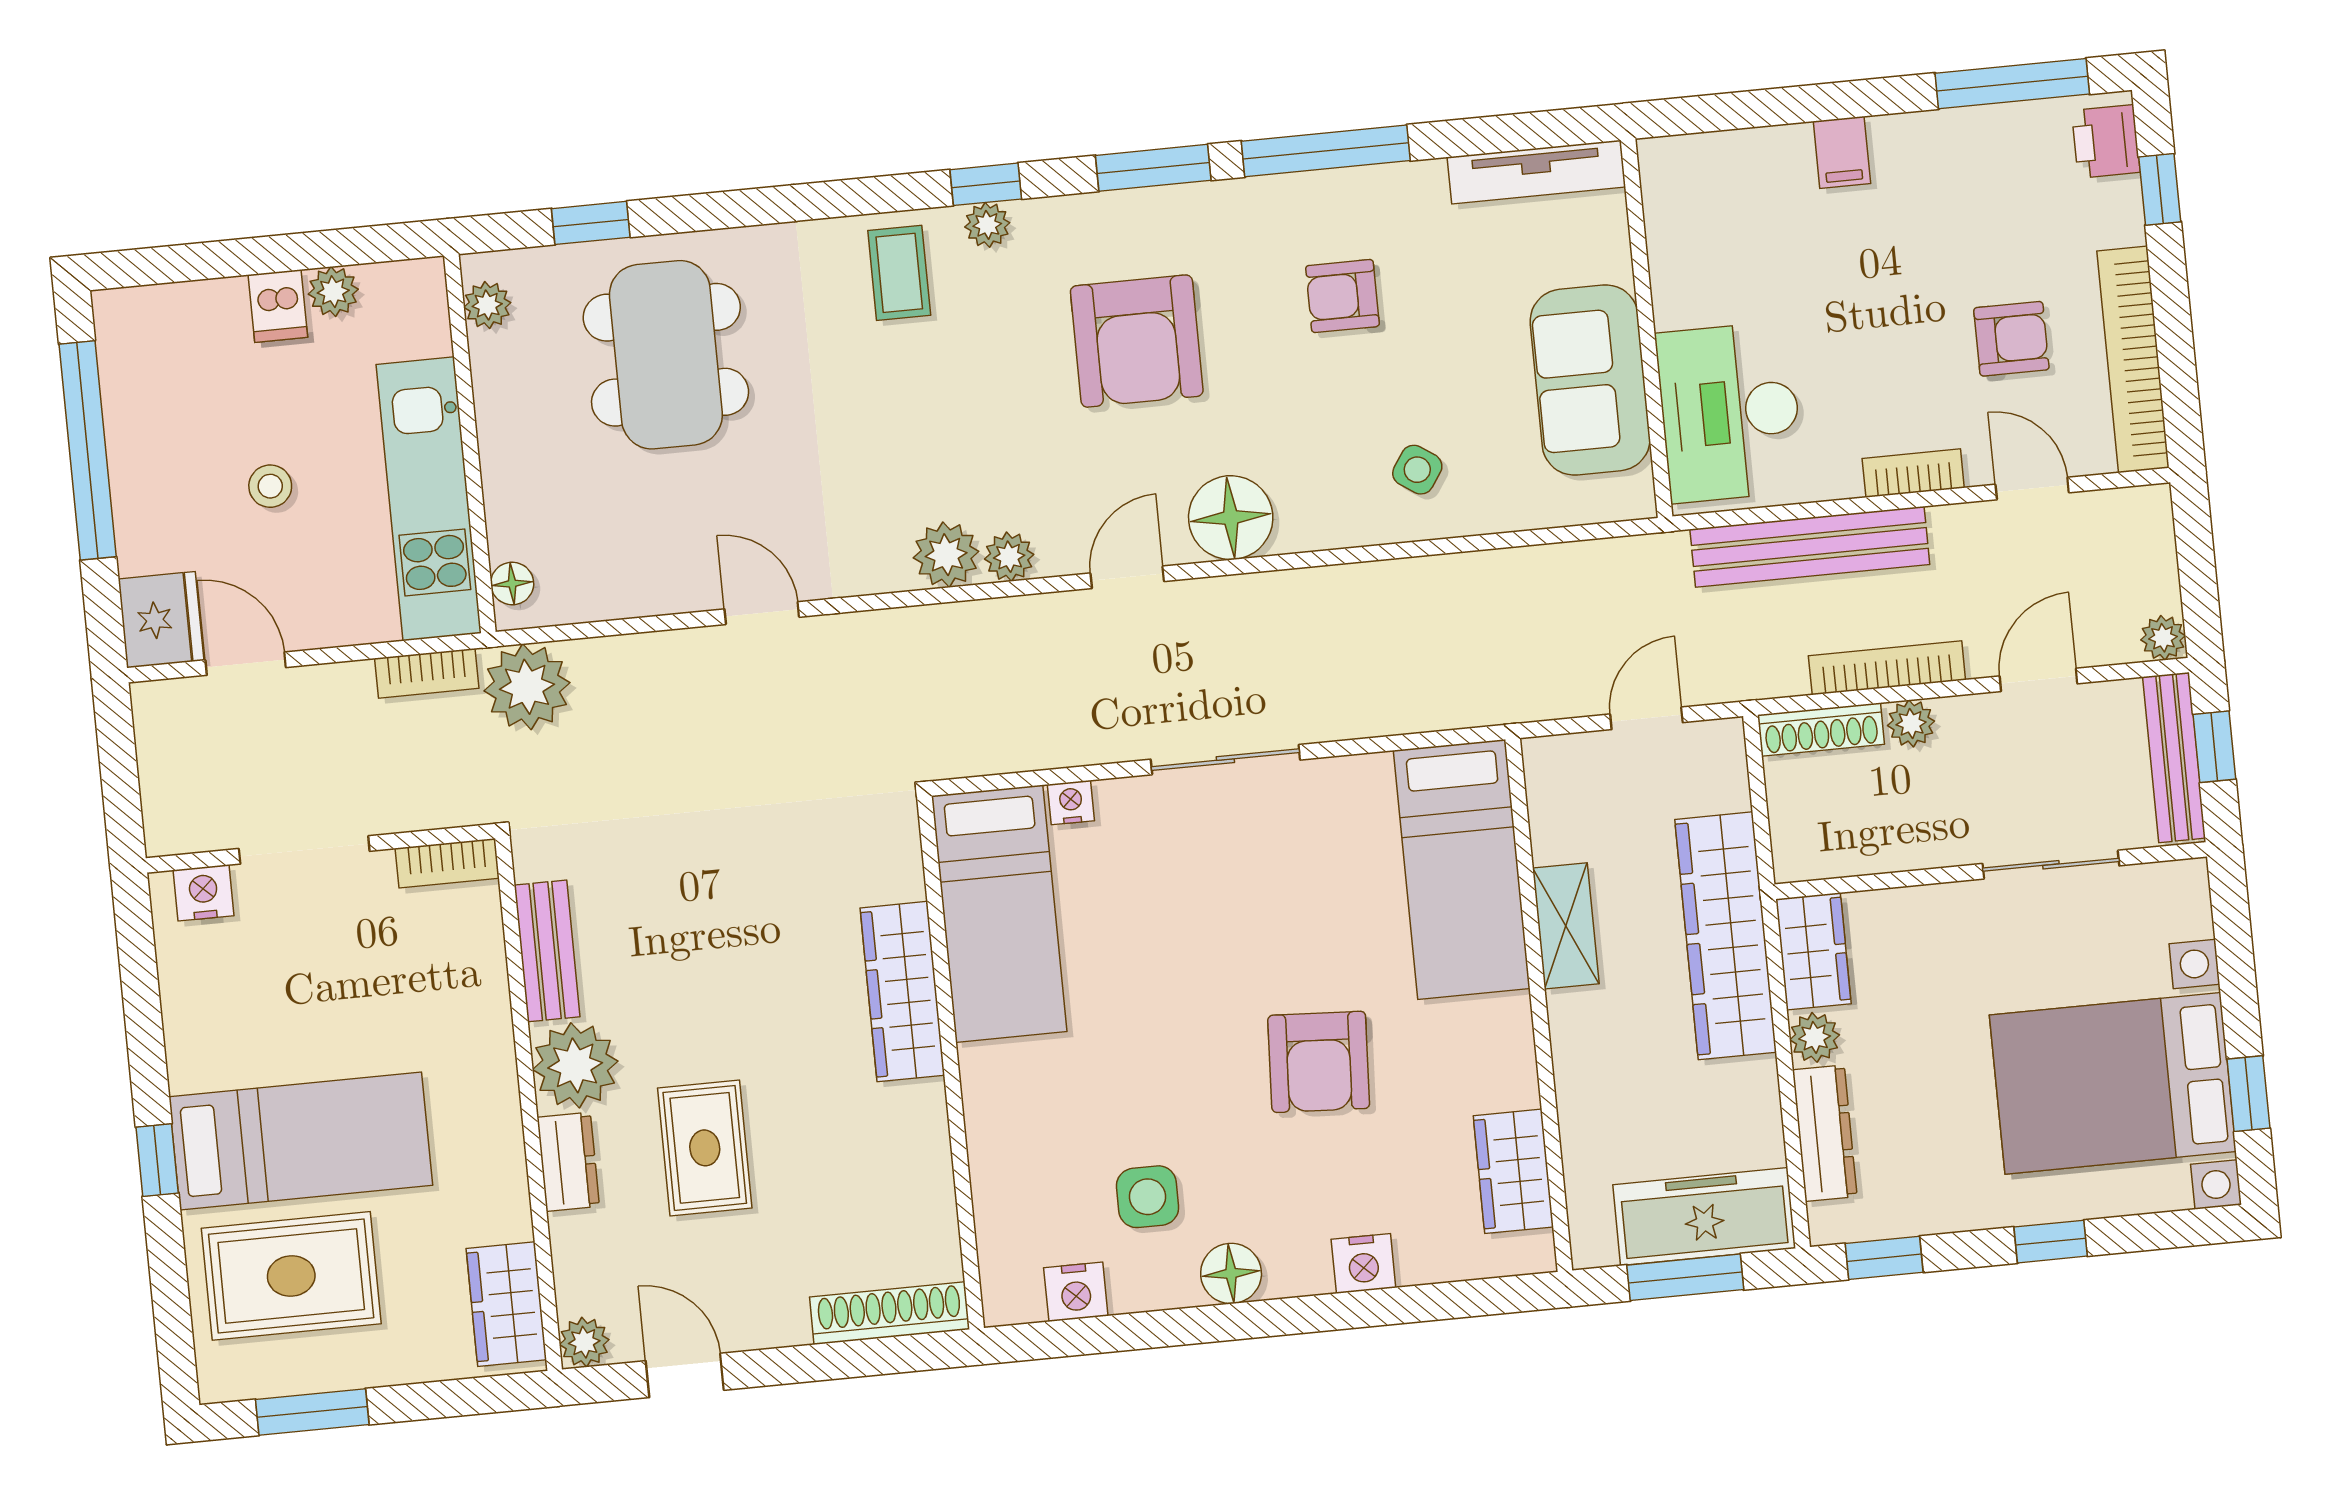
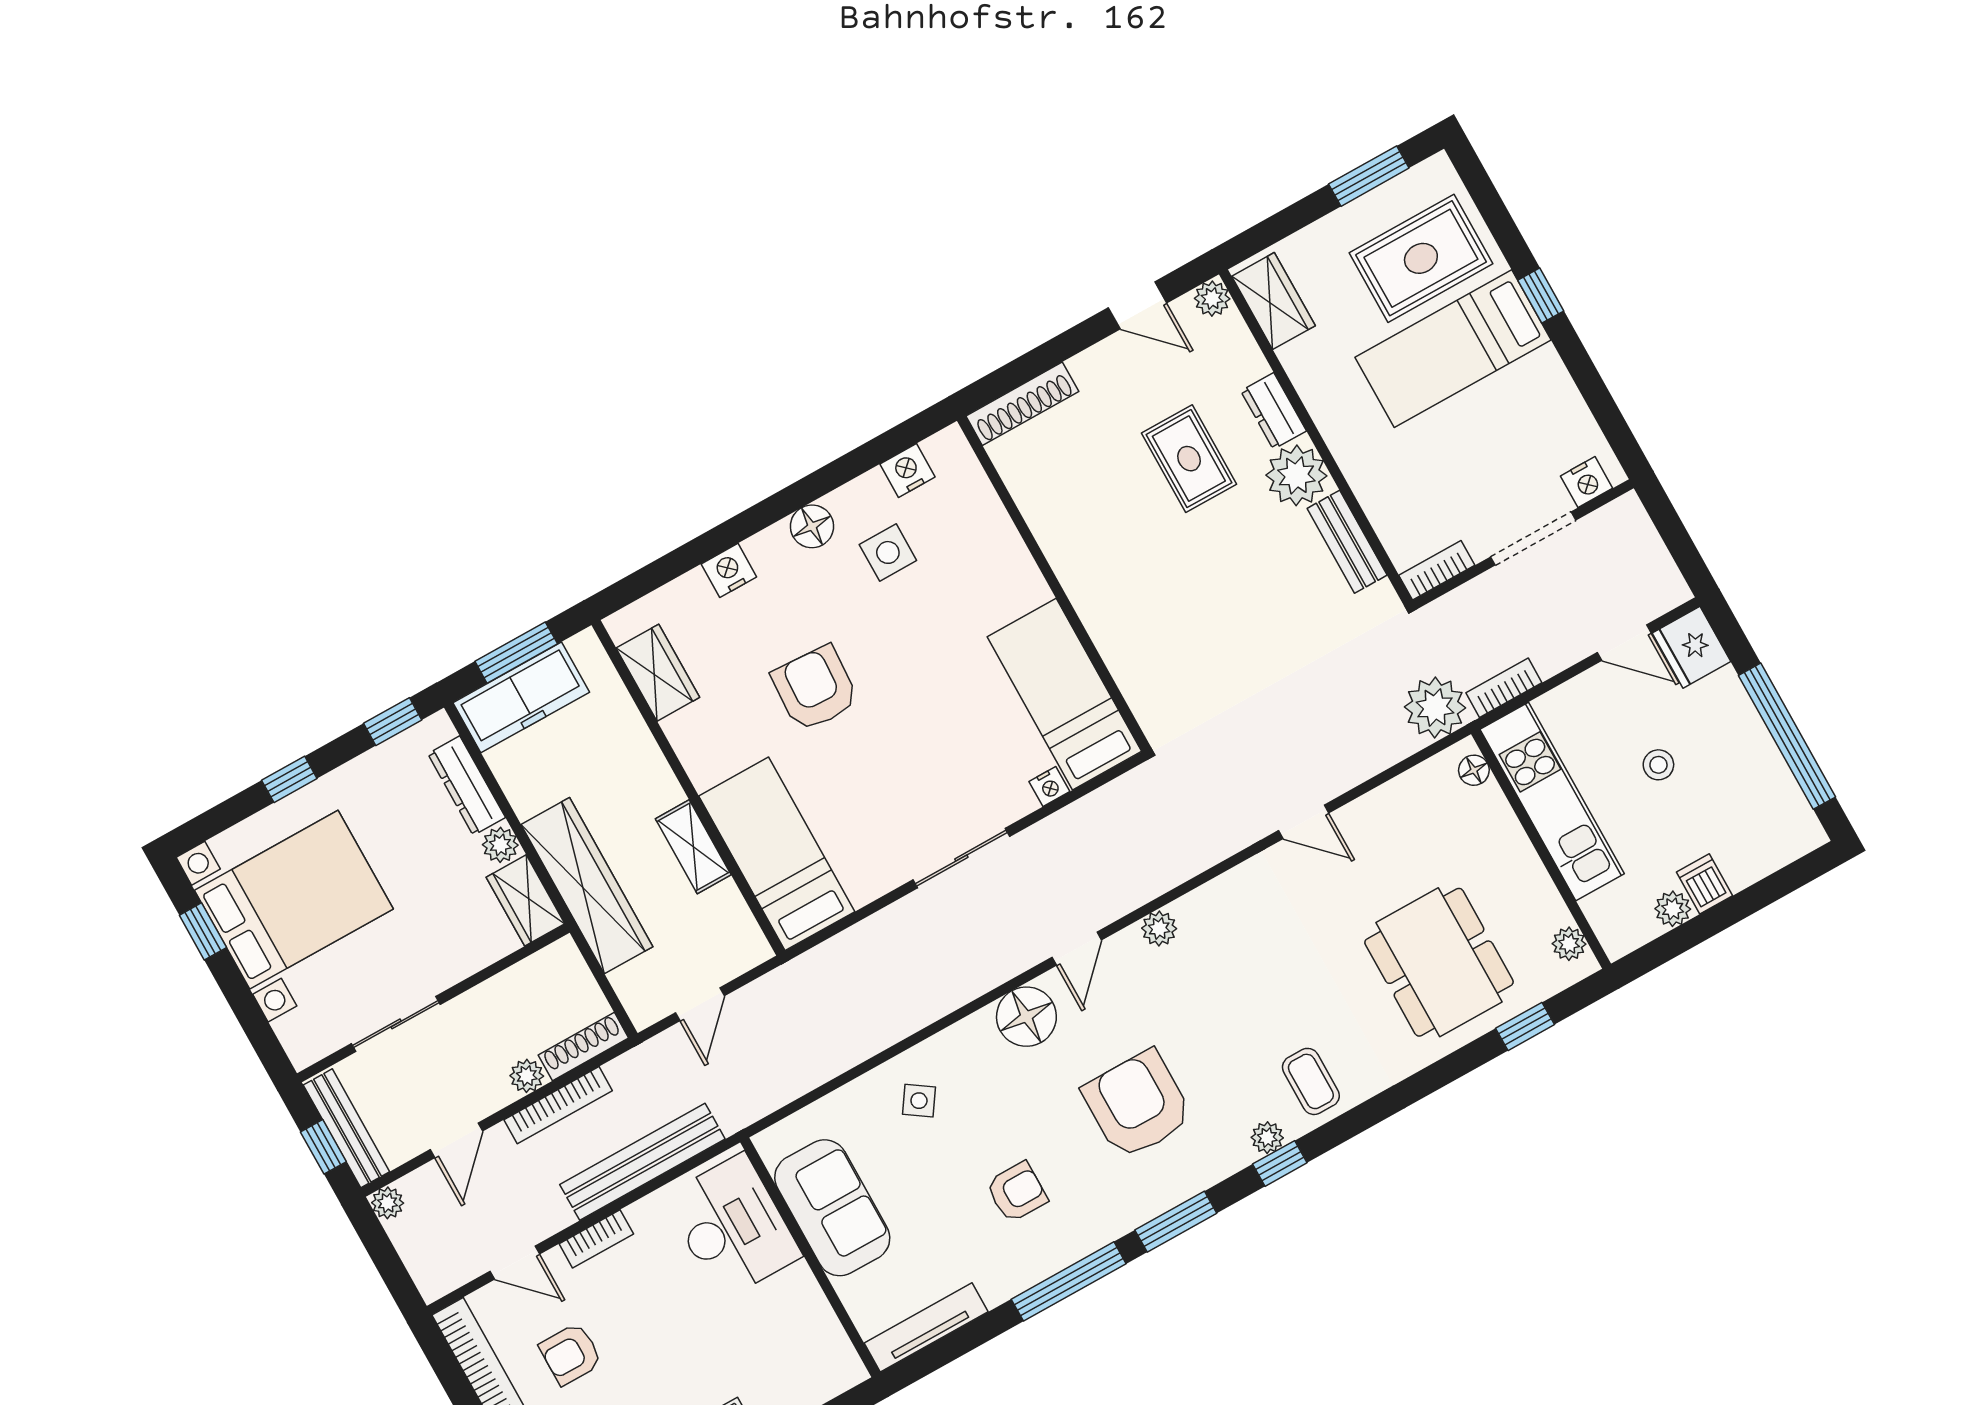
plant: (946, 555) -> (1201, 912), removed
wardrobe: (902, 992) -> (1105, 616), removed

